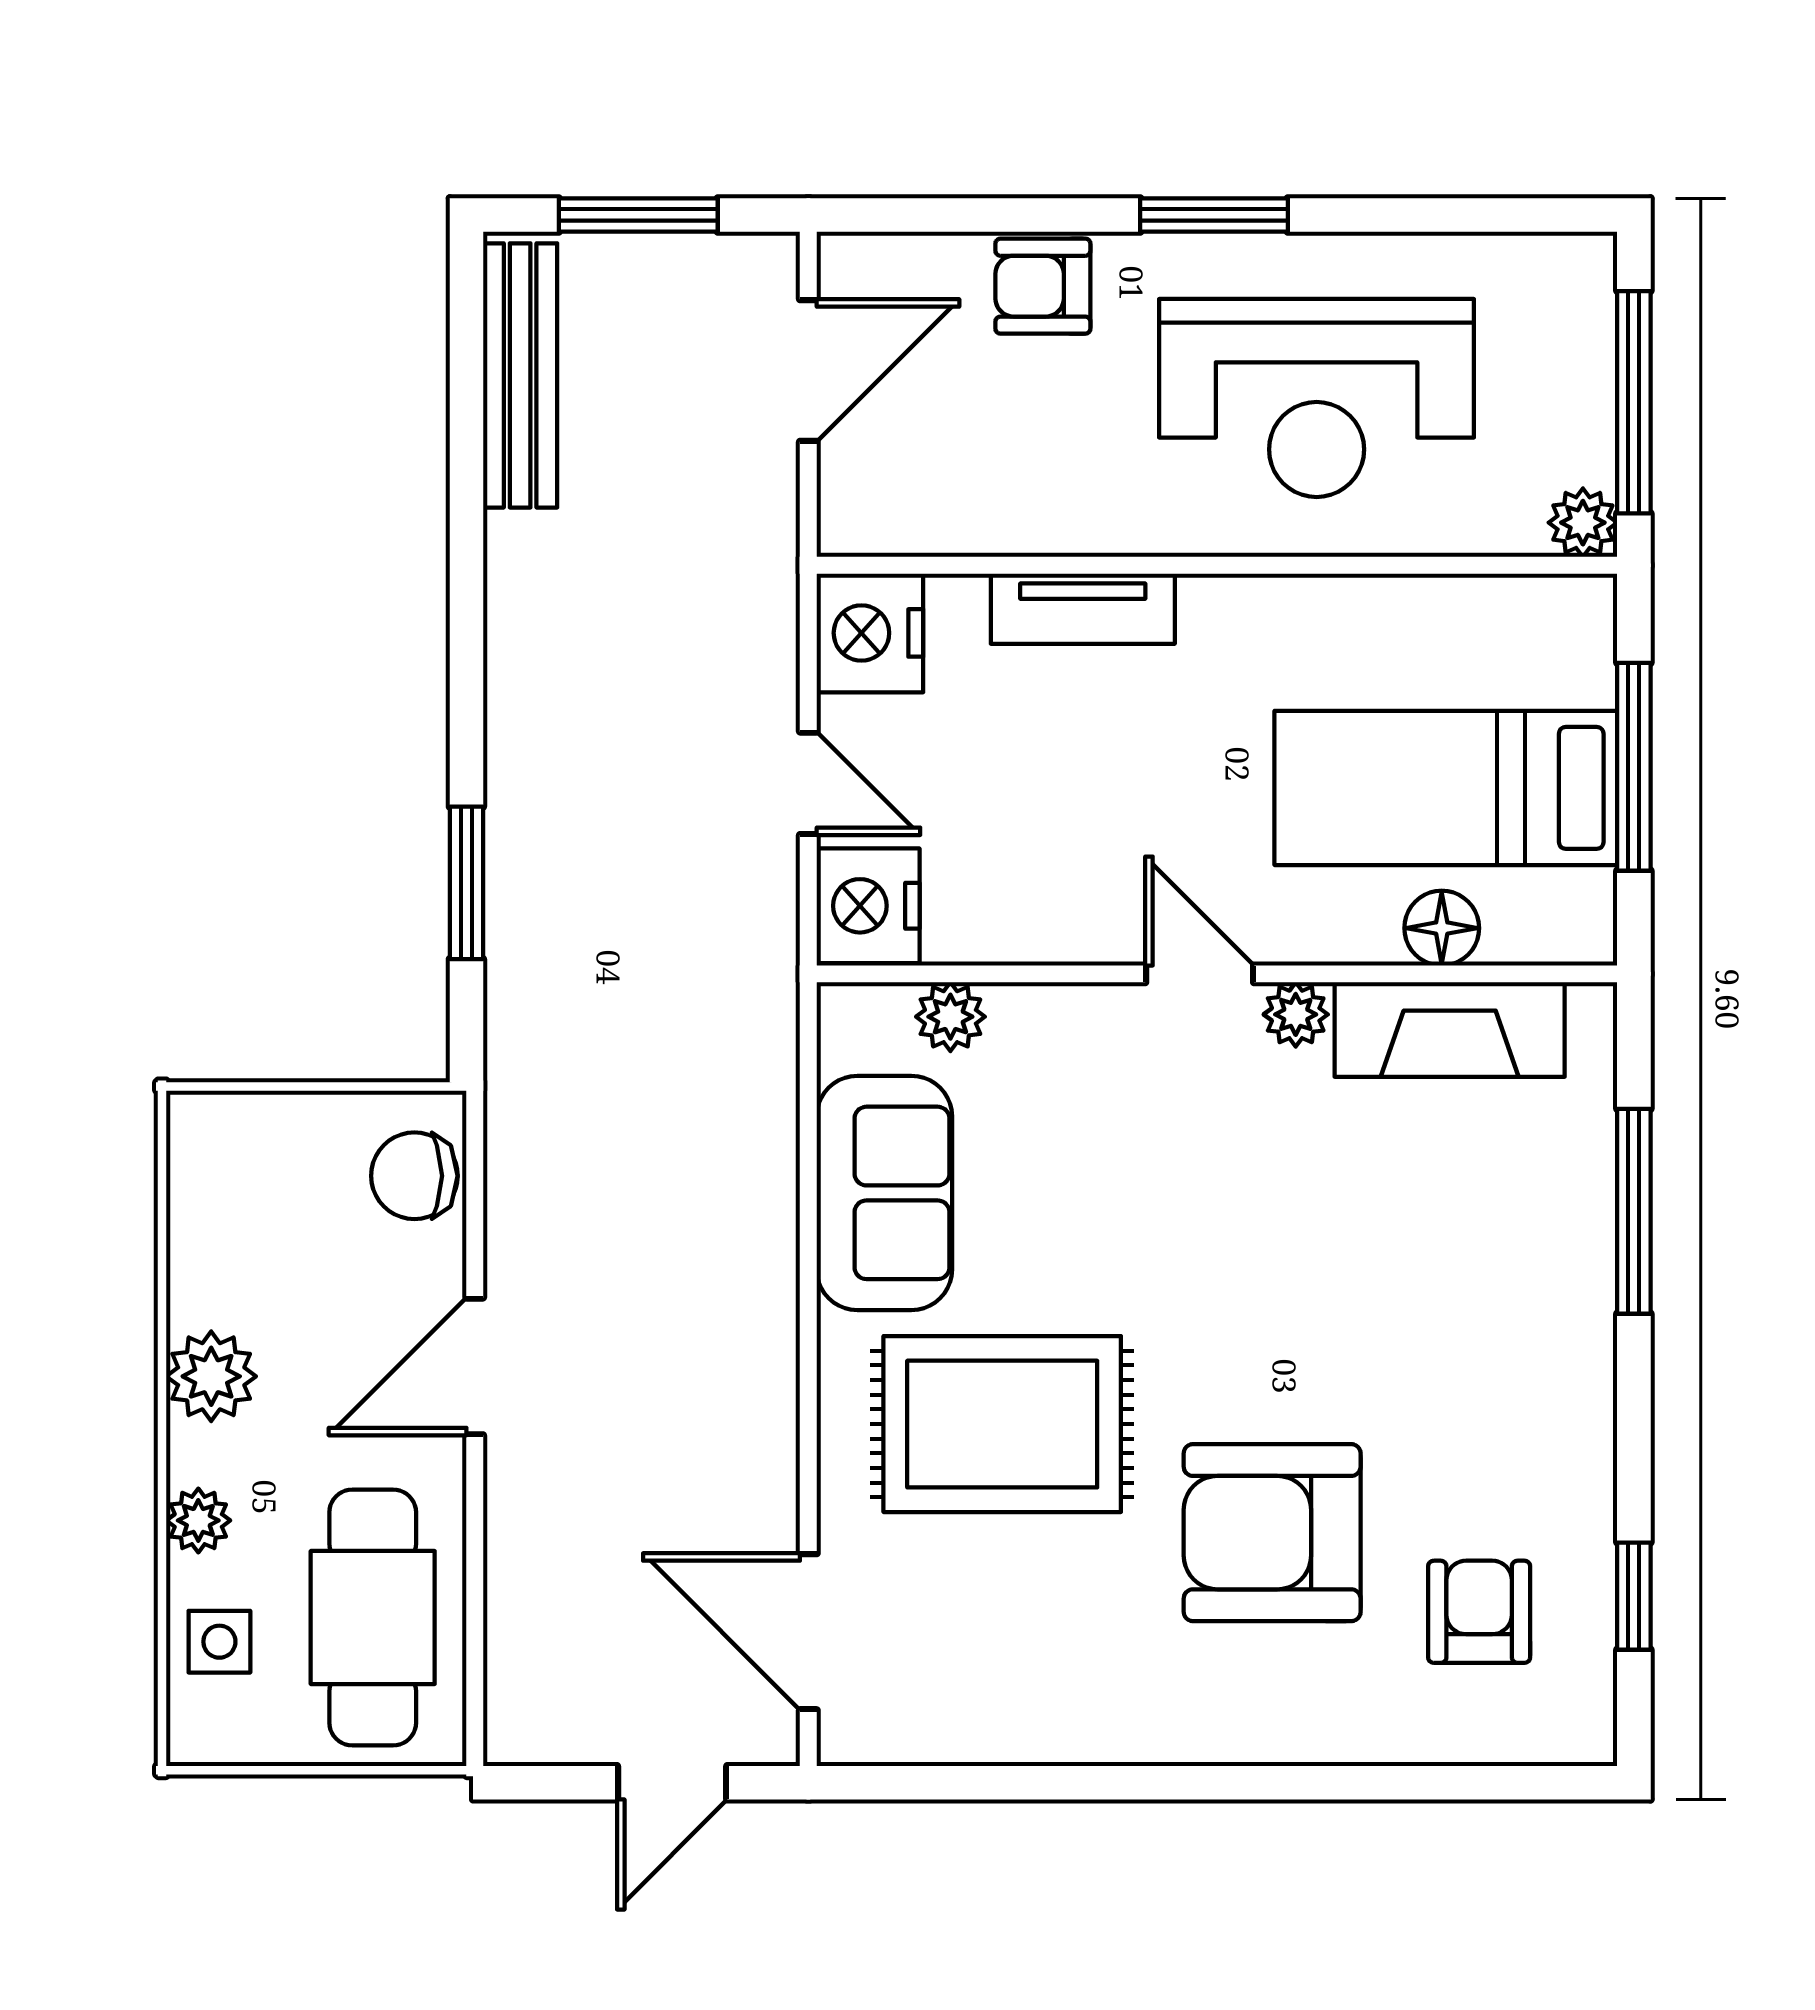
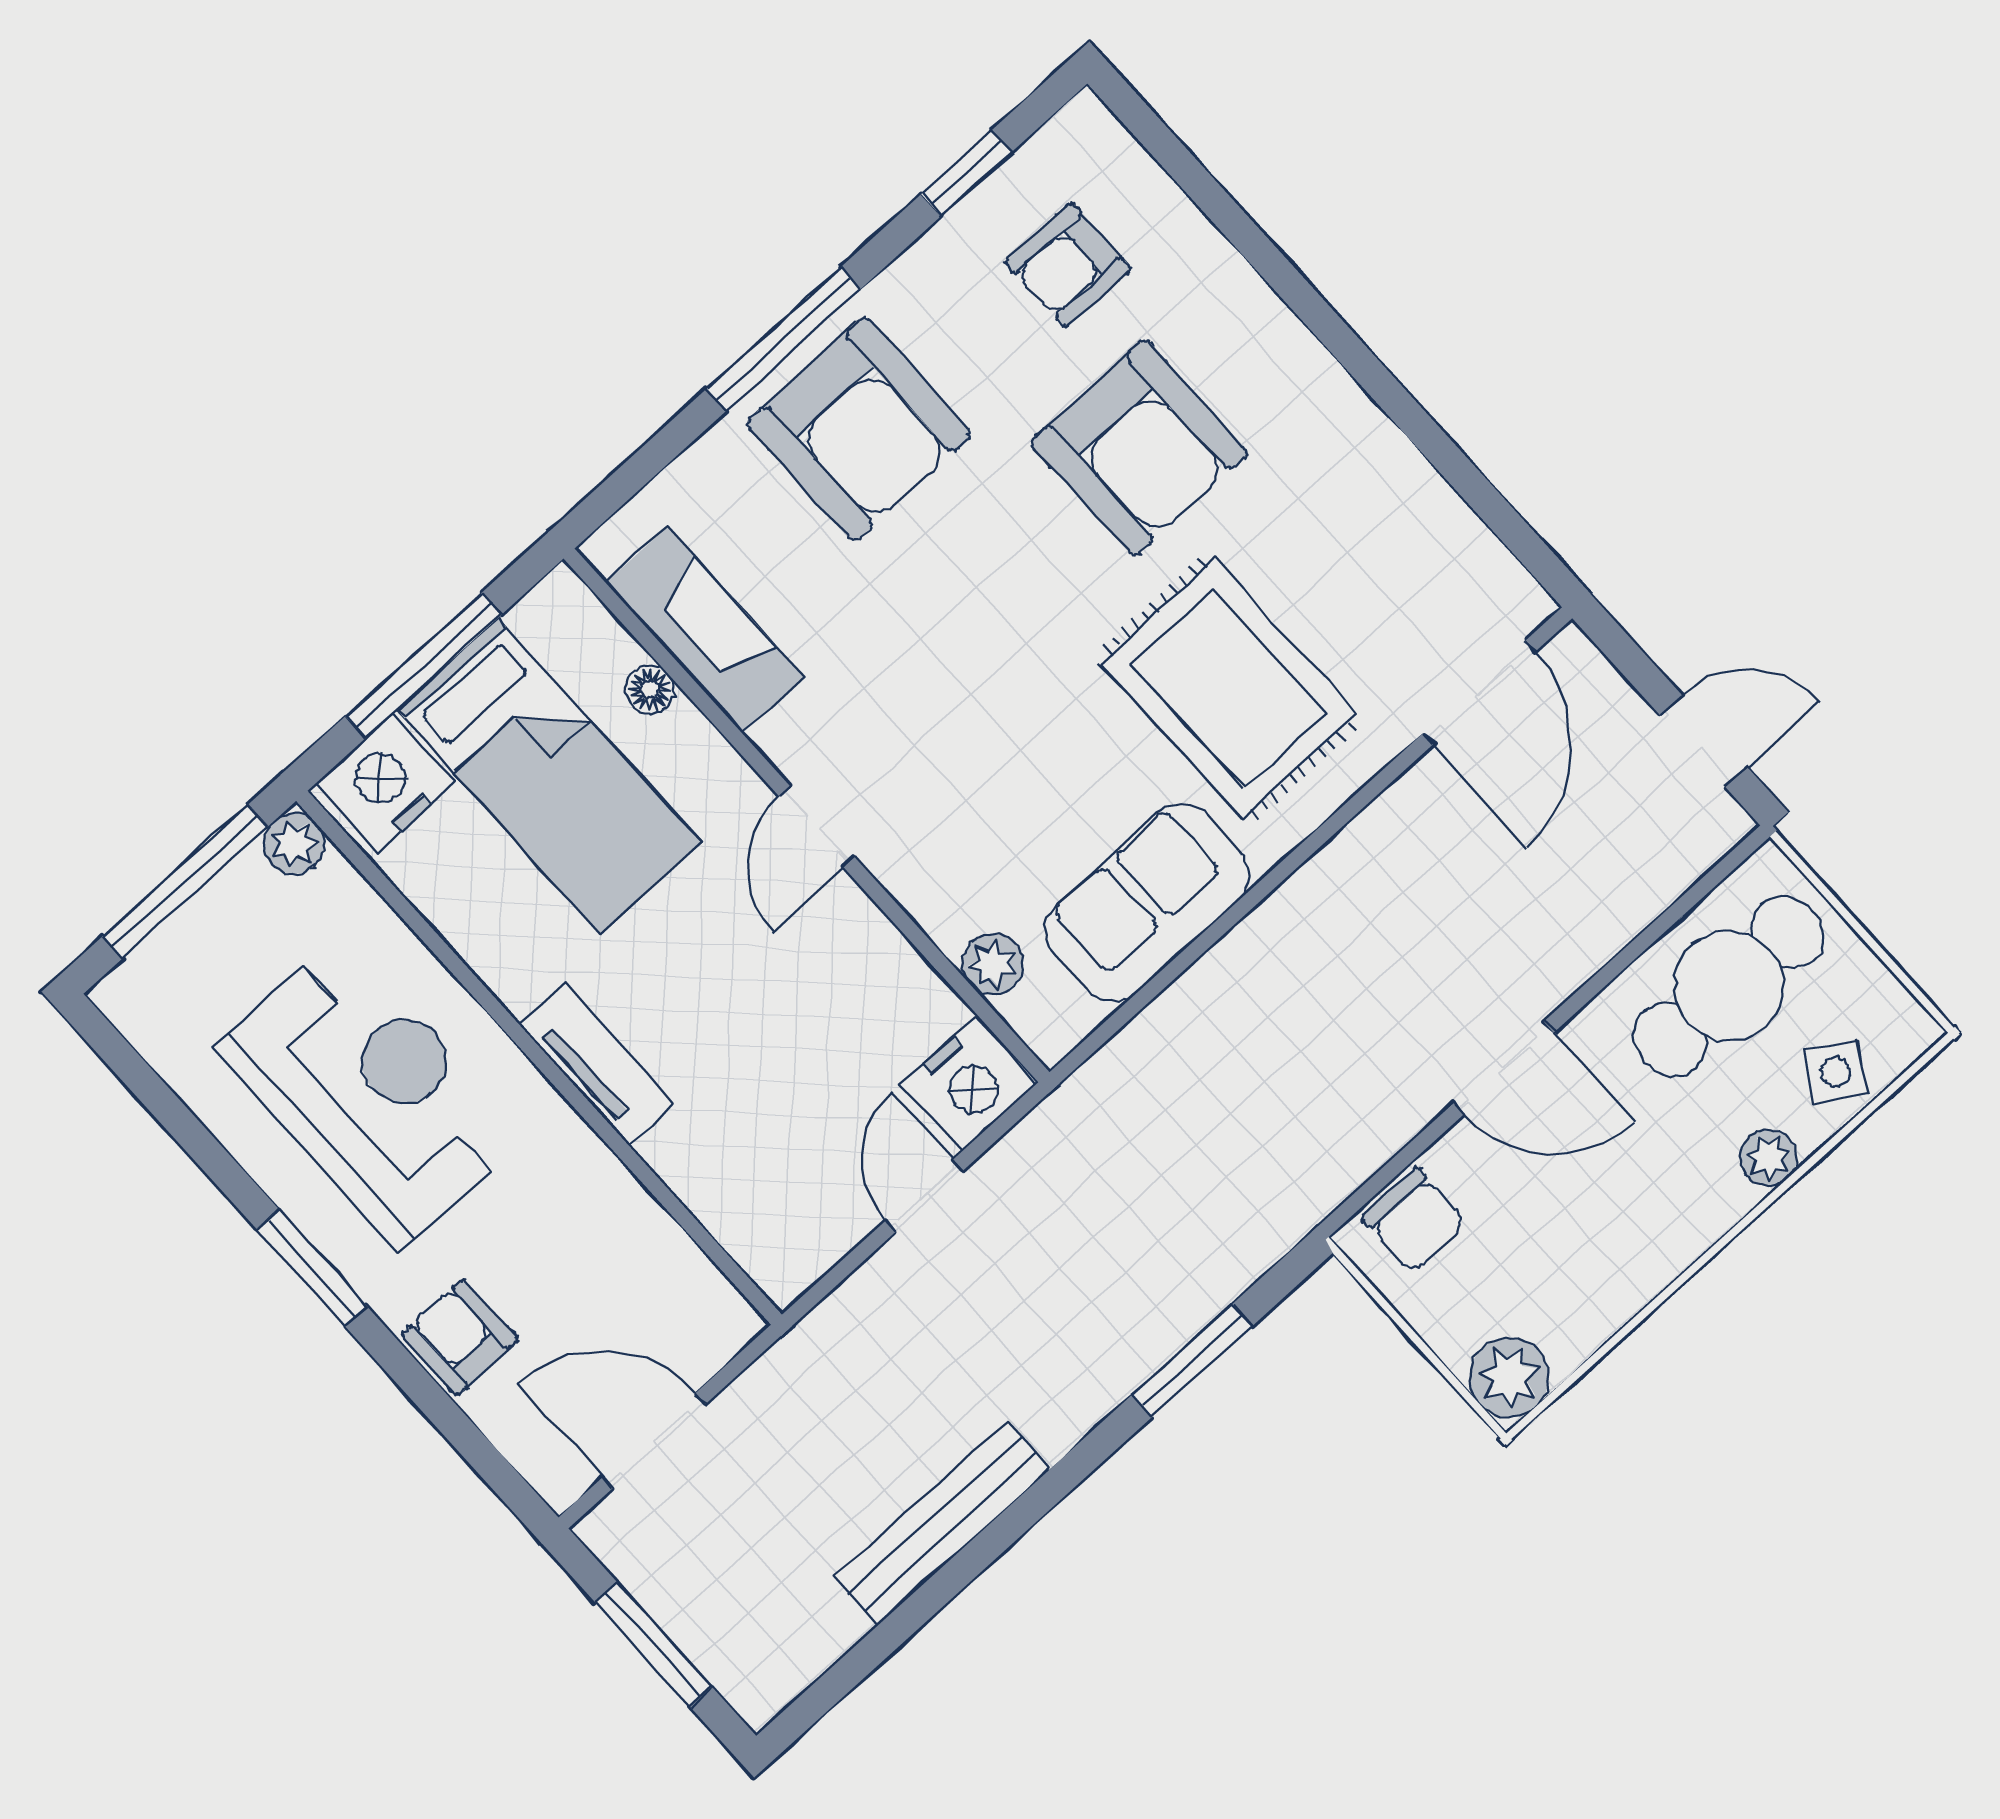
armchair: (1043, 286) -> (460, 1337), turned 180
bench: (520, 375) -> (942, 1523), moved
tv unit: (1083, 609) -> (597, 1064), moved
nightstand: (870, 633) -> (385, 784), moved, turned 180
floor lamp: (1442, 928) -> (650, 689), width x0.73, depth x0.73
plant: (1296, 1014) -> (786, 740), removed
window: (1634, 1211) -> (784, 339), moved
armchair: (1501, 1312) -> (859, 429), added
plant: (211, 1376) -> (1509, 1378), moved
side table: (219, 1642) -> (1835, 1072), turned 32
door: (672, 1783) -> (1704, 741), moved

